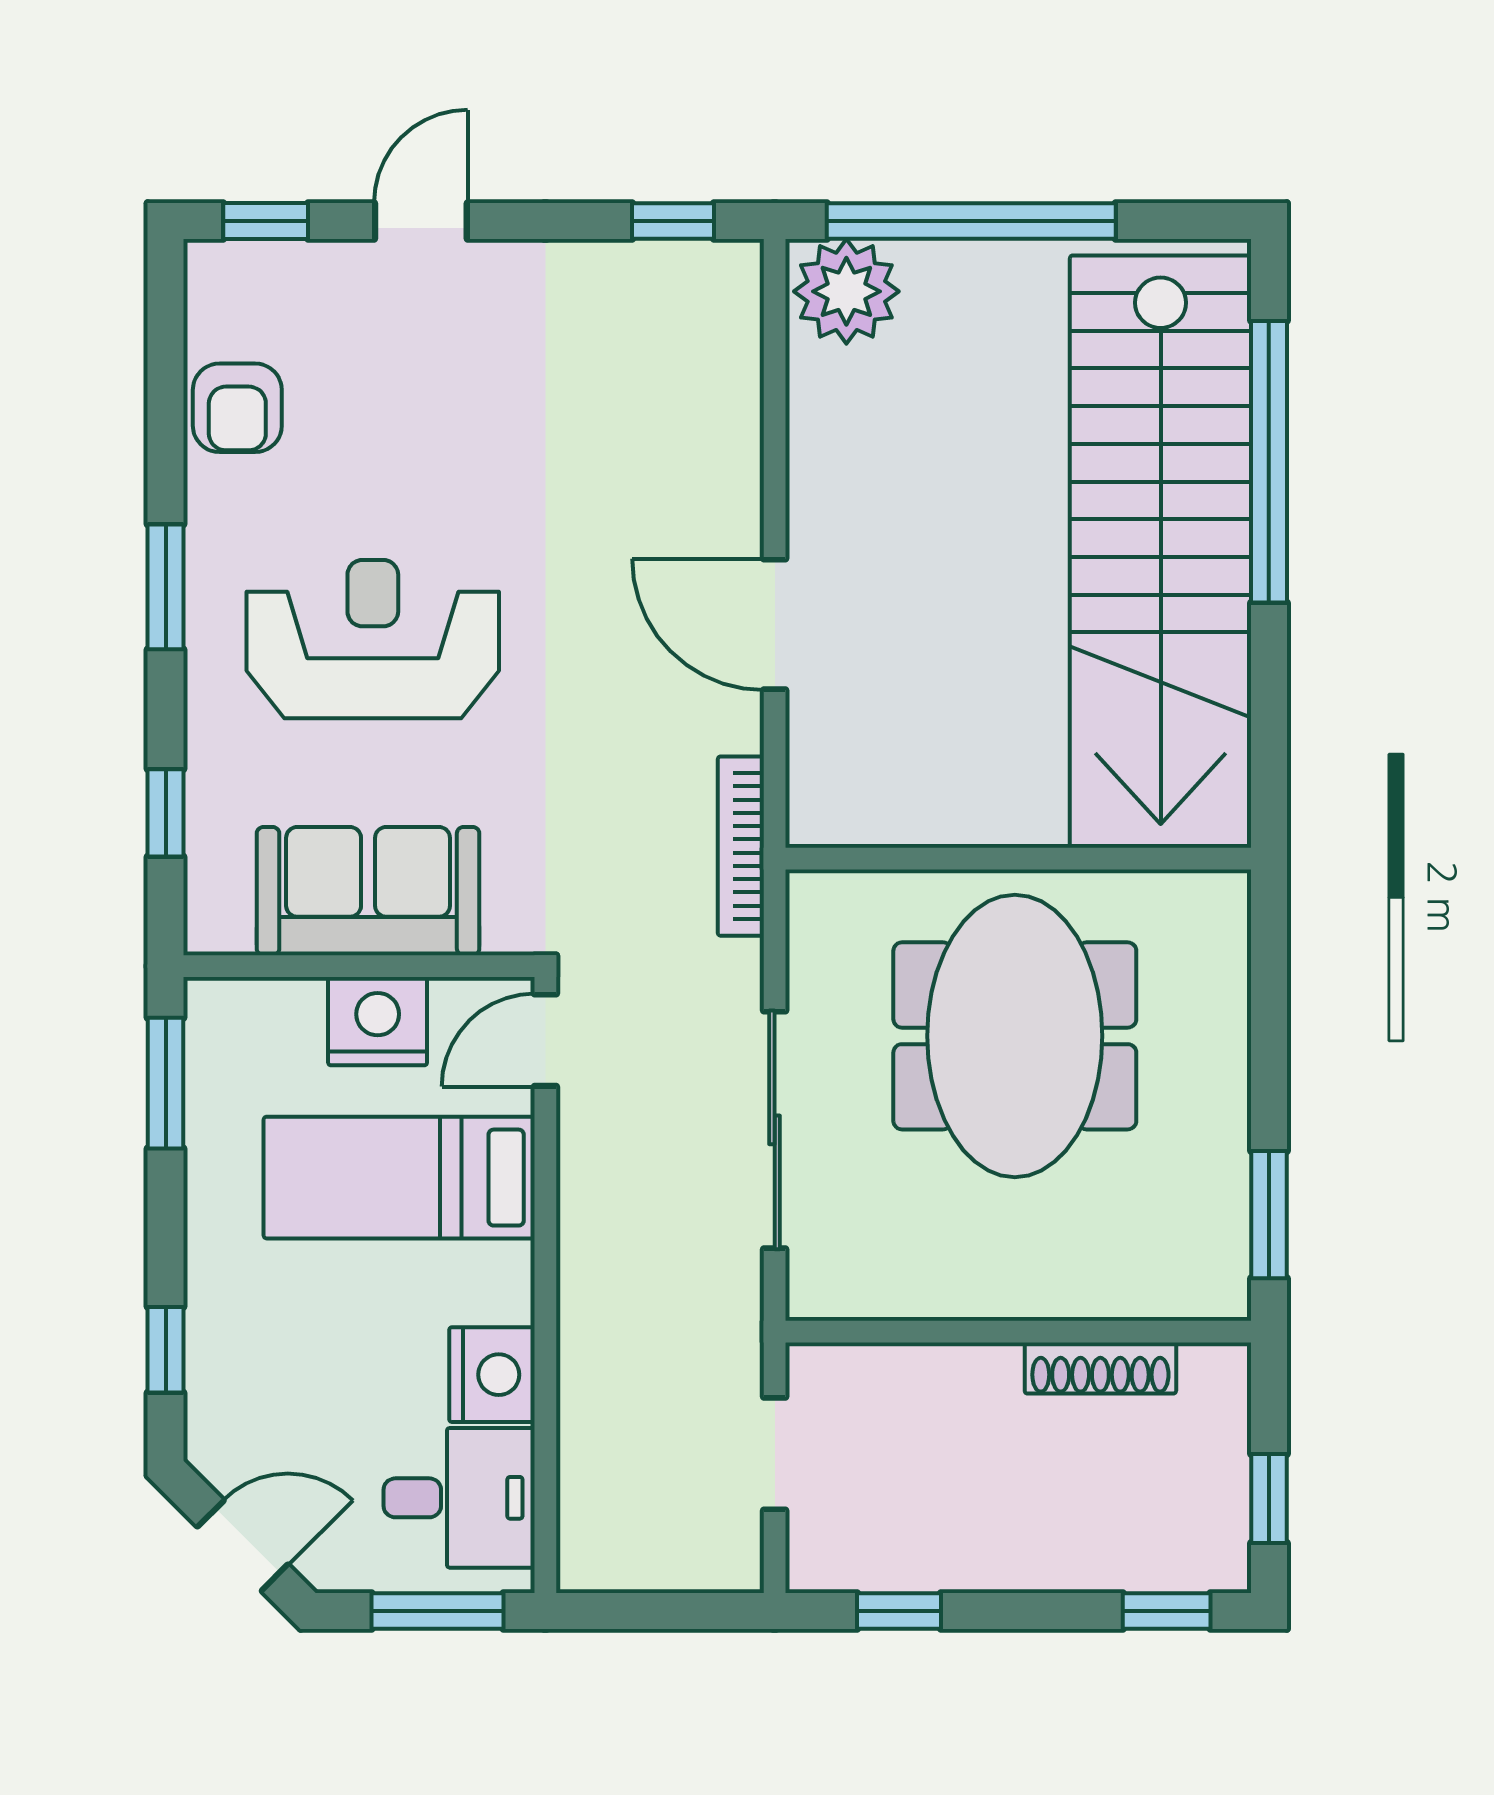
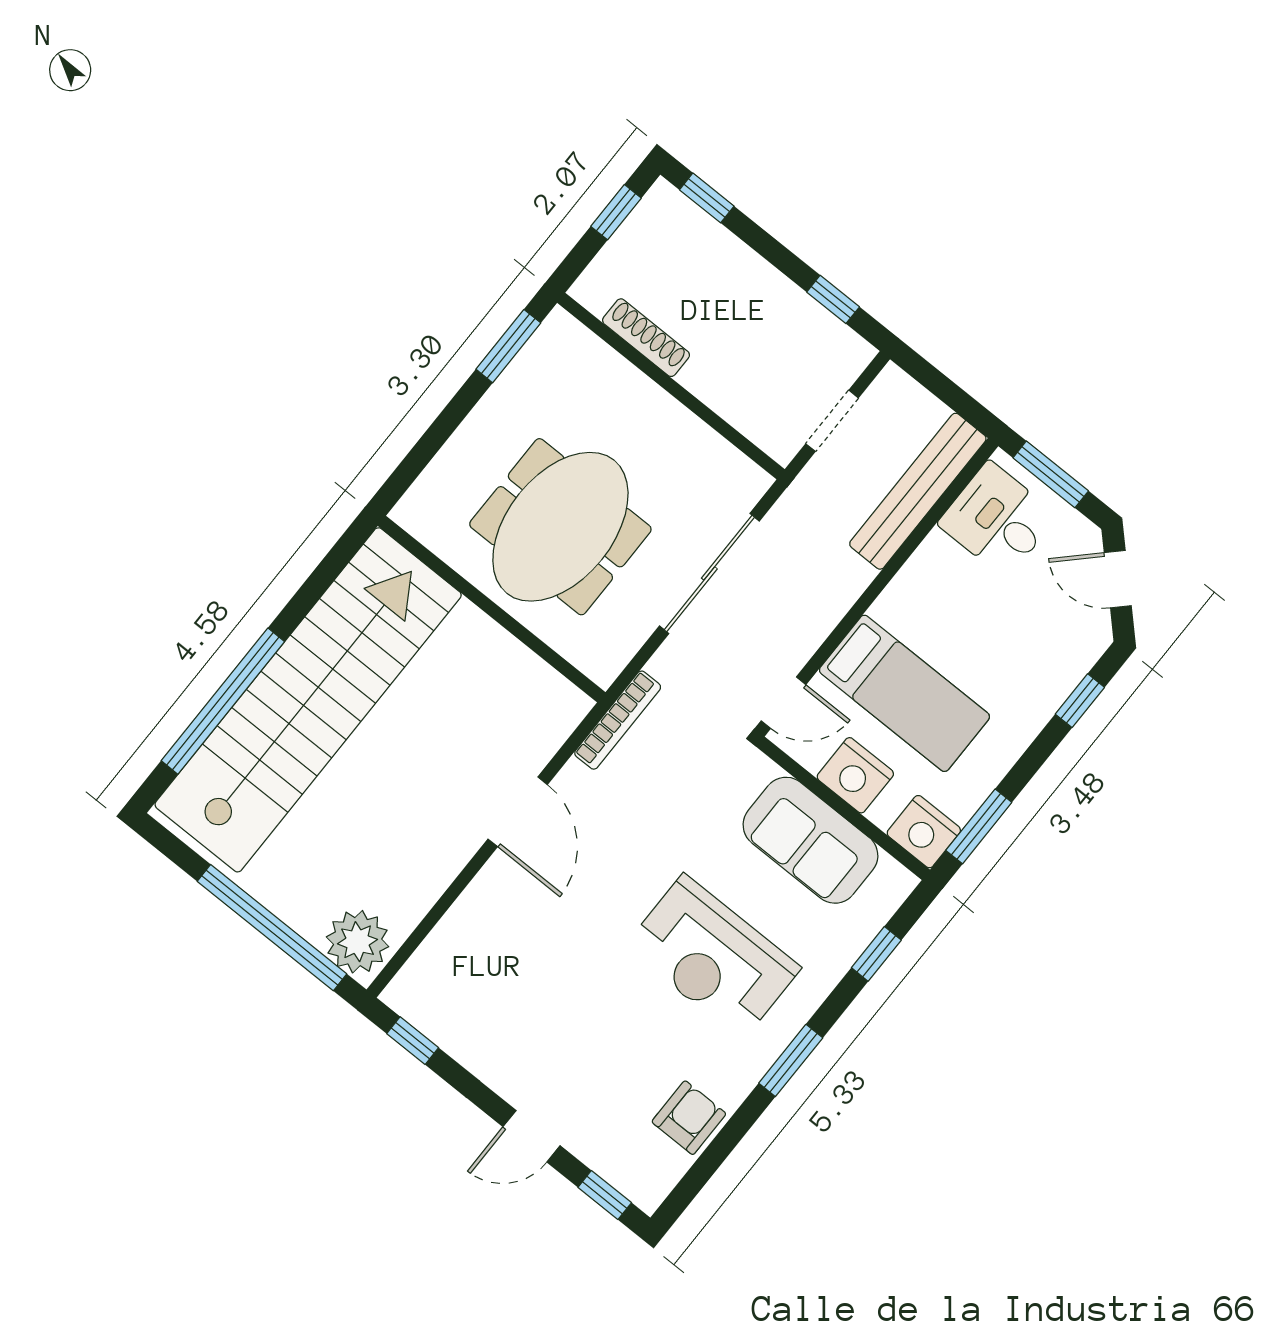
nightstand: (492, 1375) -> (924, 832), moved, turned -90
bench: (591, 1452) -> (918, 491), added

